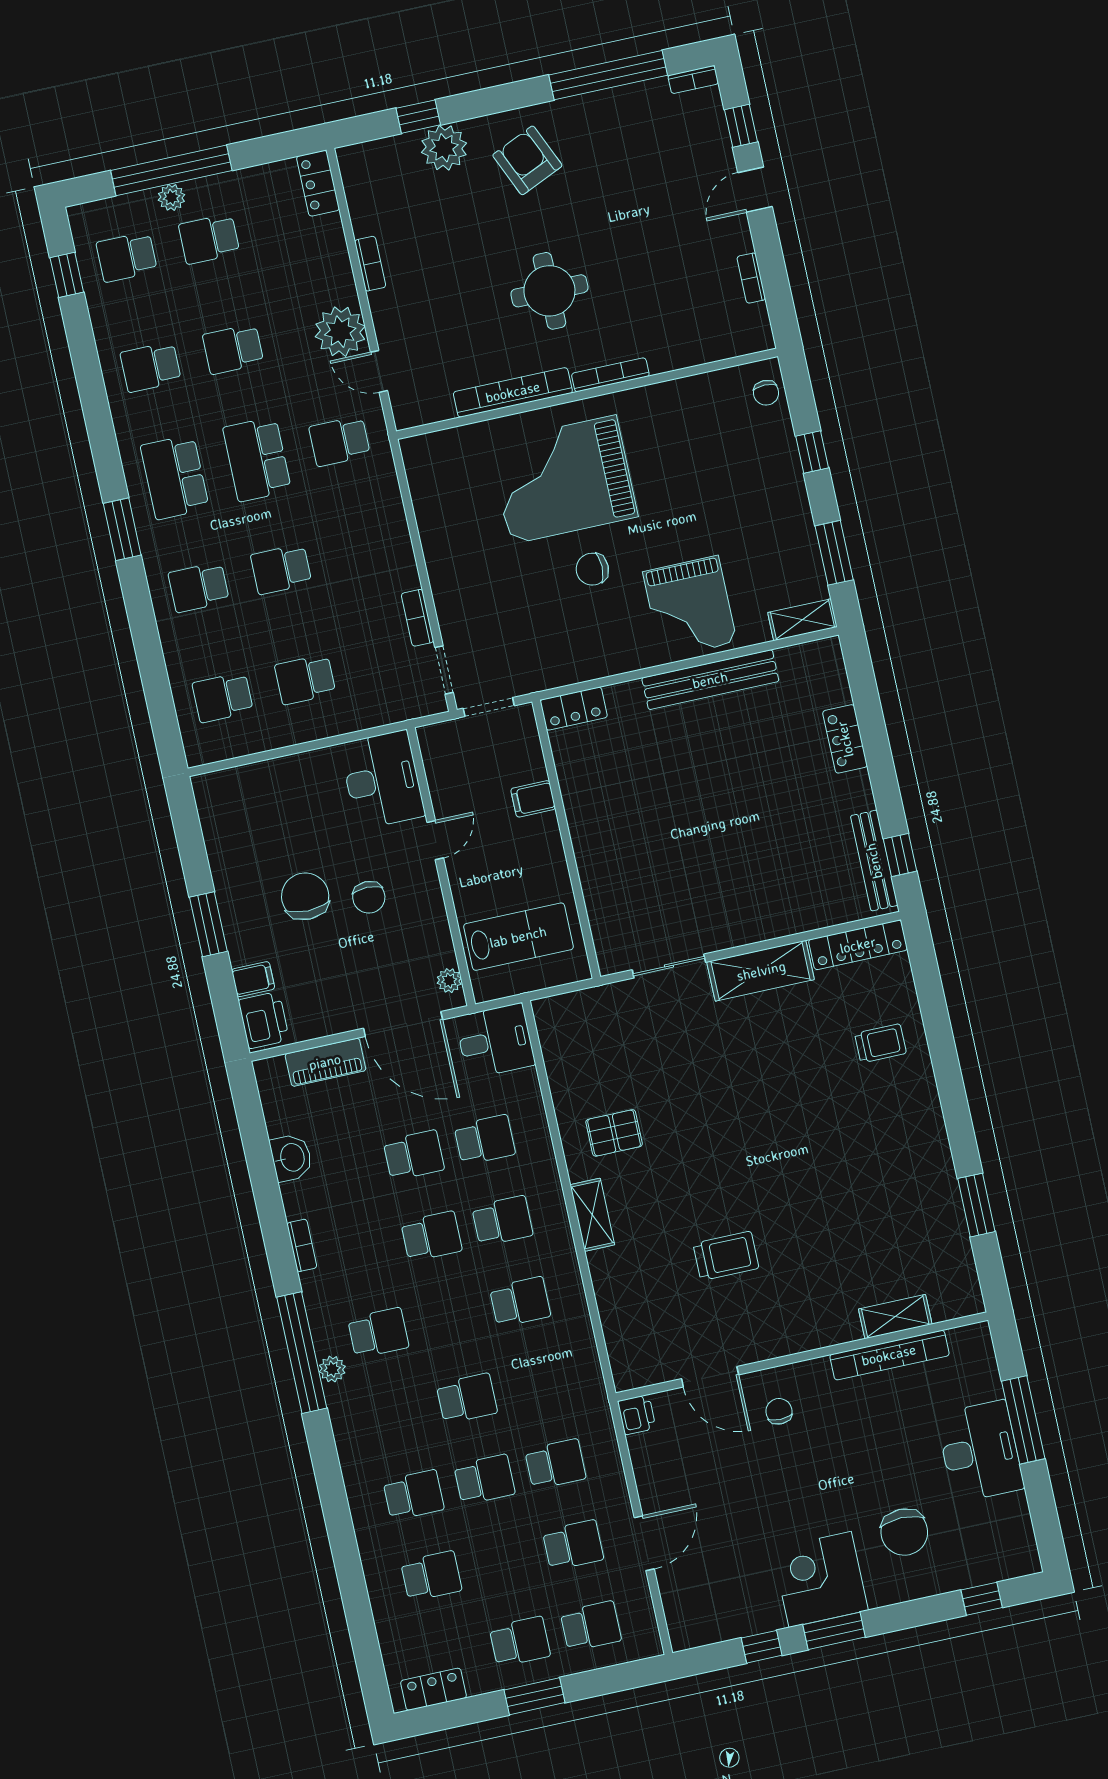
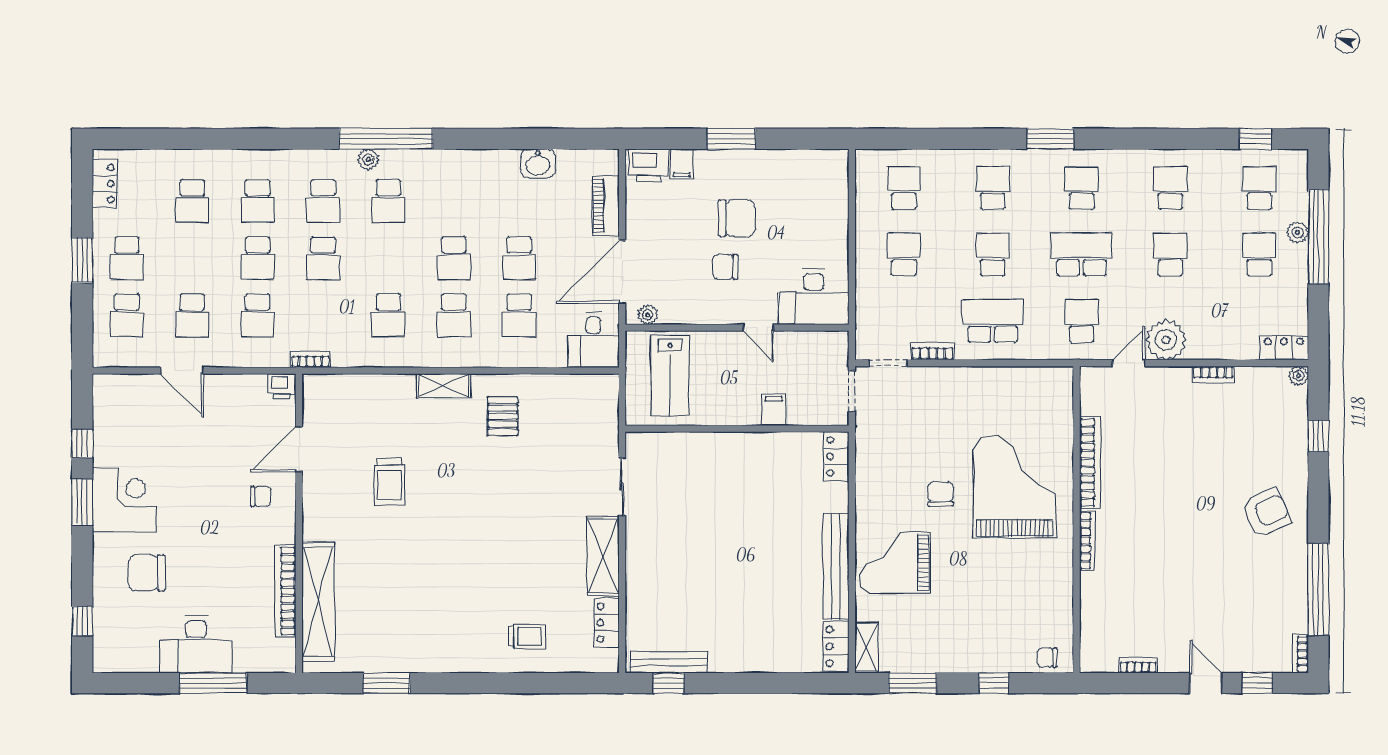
plant: (444, 148) -> (1299, 376), moved, width x0.53, depth x0.53
round table: (549, 291) -> (1162, 508), removed
school desk: (175, 477) -> (1082, 188), width x0.54
school desk: (364, 551) -> (993, 321), added
locker: (845, 739) -> (836, 646), moved, turned -90
locker: (858, 945) -> (607, 623), width x0.66
trolley: (880, 1043) -> (527, 636), turned -90
bookcase: (302, 1245) -> (310, 360), moved, turned 180
shelving: (895, 1317) -> (318, 602), width x2.20, depth x1.33
school desk: (396, 1414) -> (323, 201), added

